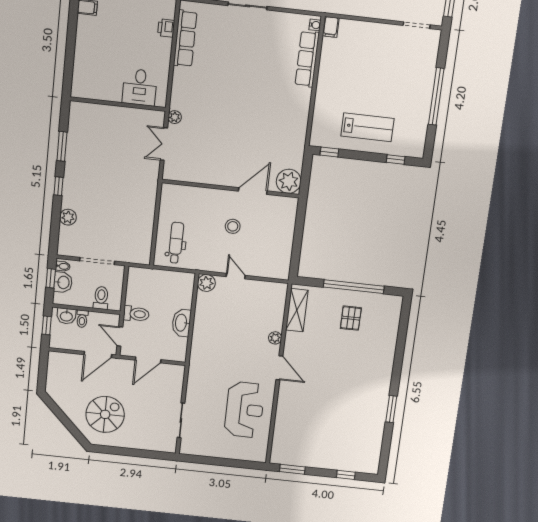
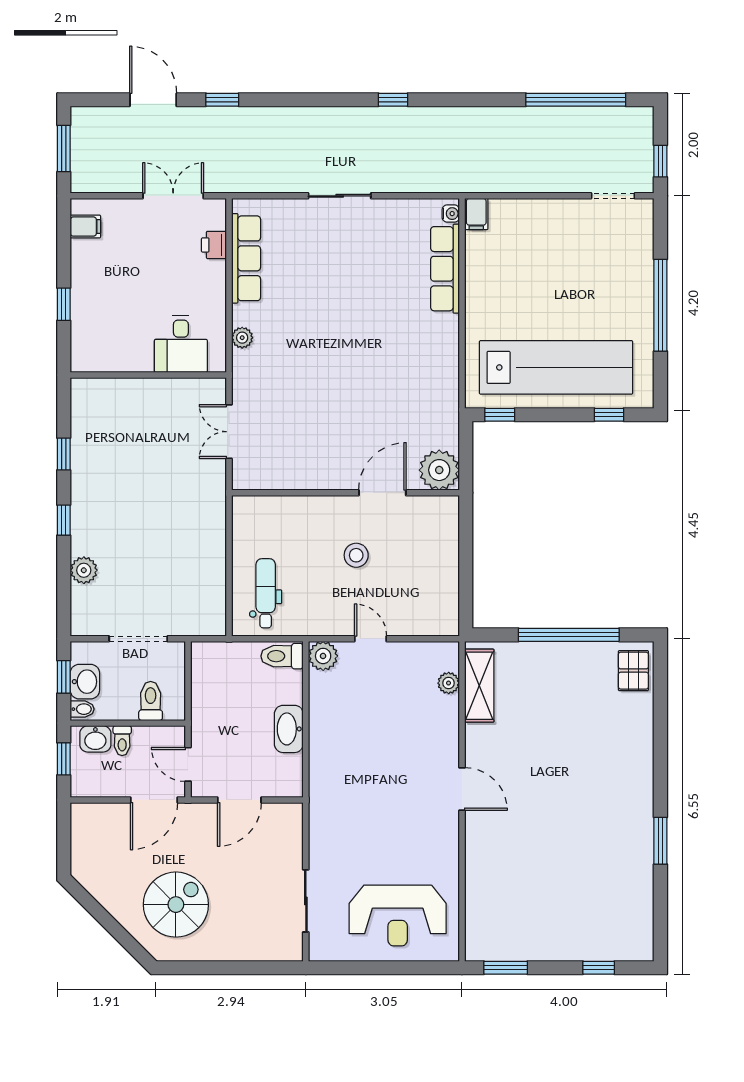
window: (70, 55) -> (64, 304), added
plant: (175, 117) -> (242, 338), moved
lab bench: (367, 127) -> (556, 367), width x1.86, depth x1.39
window: (62, 146) -> (64, 454), width x0.67
bidet: (63, 266) -> (82, 709), moved
toilet: (136, 314) -> (282, 656), moved, turned 180
pallet: (351, 318) -> (633, 671), moved
plant: (275, 338) -> (449, 683), moved
reception desk: (244, 410) -> (398, 915), moved, turned 90

